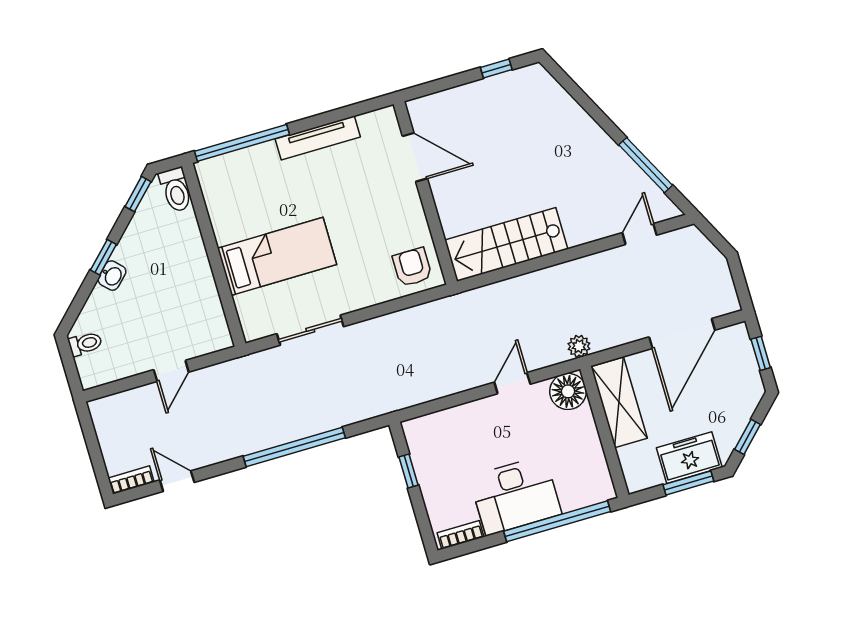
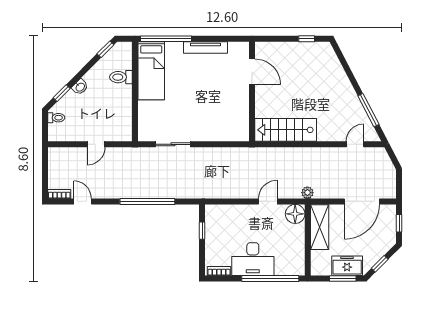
toilet: (176, 190) -> (121, 77), moved, turned 90
bed: (277, 256) -> (151, 71), moved, turned 90
window: (103, 257) -> (62, 93), moved
armchair: (412, 267) -> (234, 127), removed

